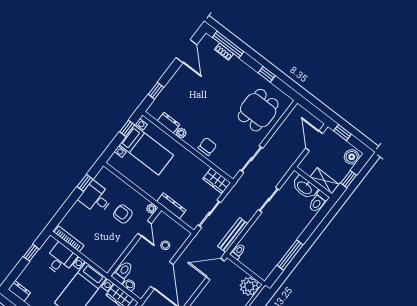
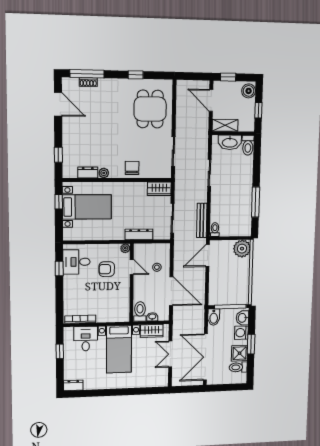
shelving: (324, 181) -> (225, 125), moved
desk: (96, 198) -> (76, 262), moved

